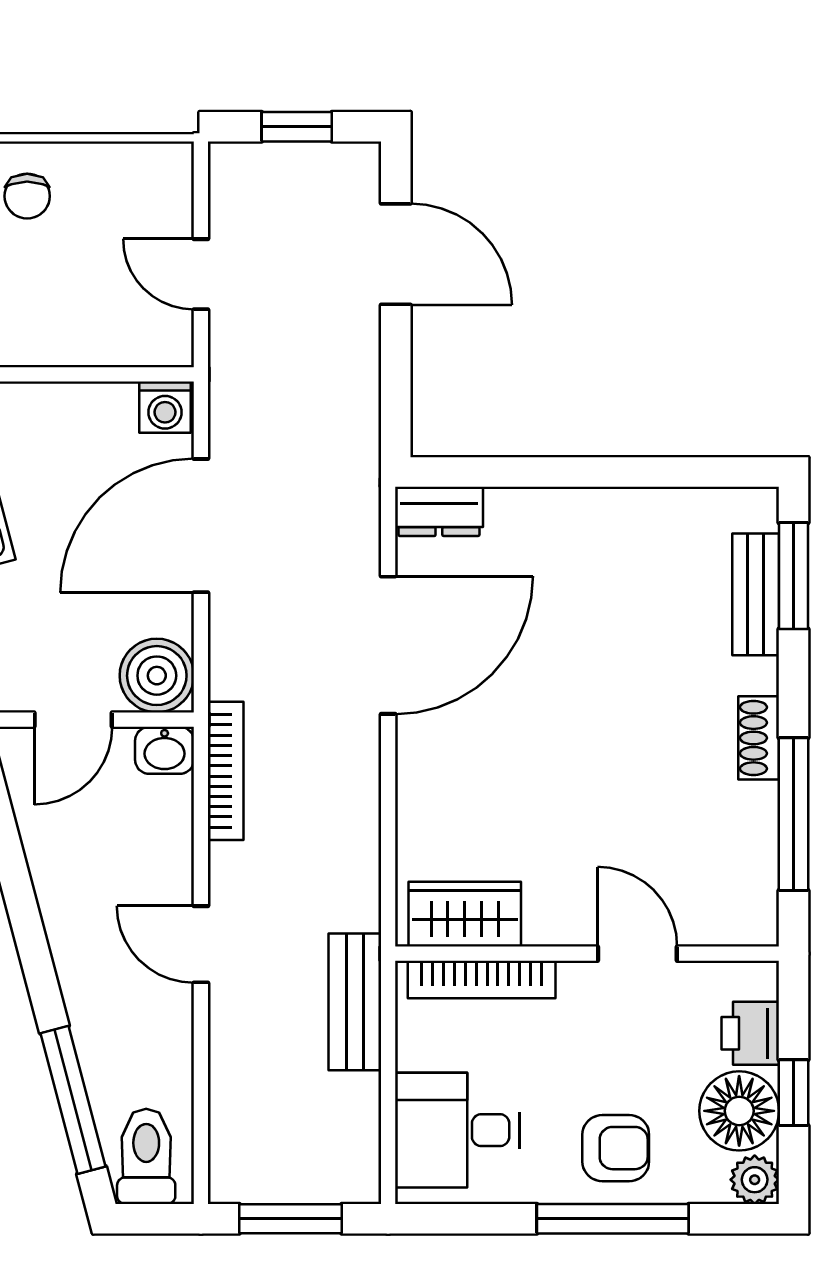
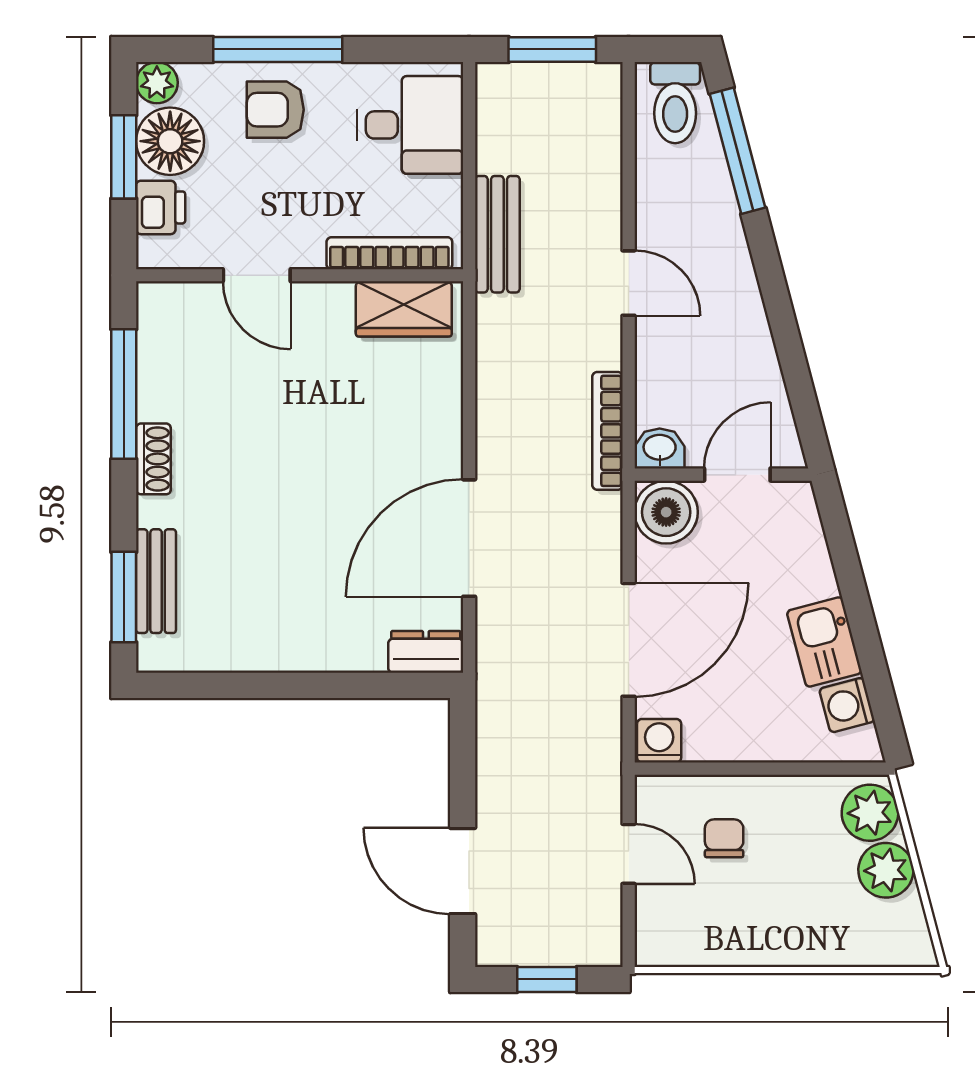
chair: (27, 196) -> (724, 838), moved
window: (794, 1093) -> (124, 157), width x1.50

